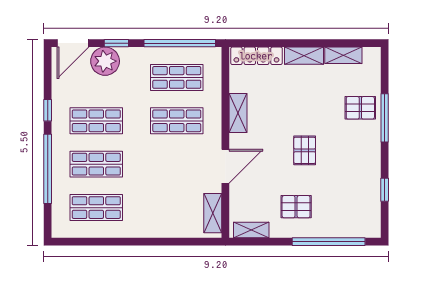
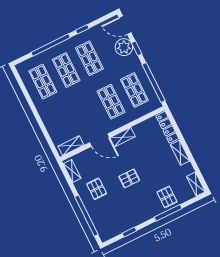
shelving: (343, 55) -> (196, 184), moved
shelving: (238, 113) -> (122, 137), moved

